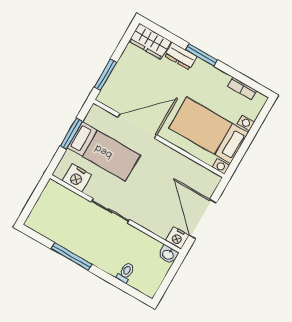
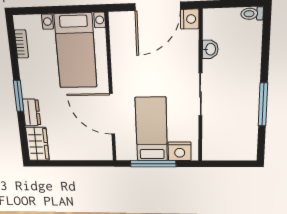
window: (105, 75) -> (88, 164), removed
window: (71, 134) -> (153, 164), width x1.44
nightstand: (77, 178) -> (180, 151), moved, turned 90
washbasin: (168, 254) -> (210, 49), moved
toilet: (126, 273) -> (252, 14), moved

